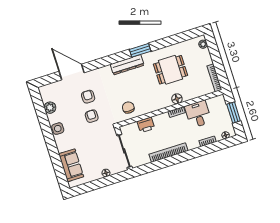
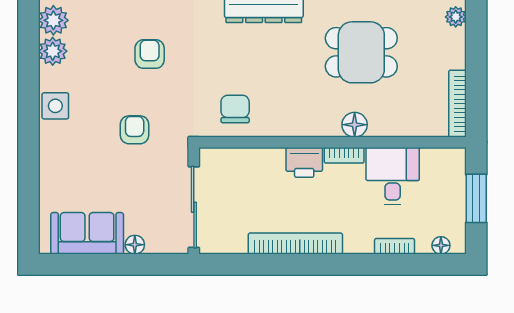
plant: (46, 95) -> (53, 20), added
armchair: (92, 116) -> (135, 130), moved
printer: (146, 125) -> (304, 162), moved
sofa: (71, 165) -> (87, 233), moved, turned -90

